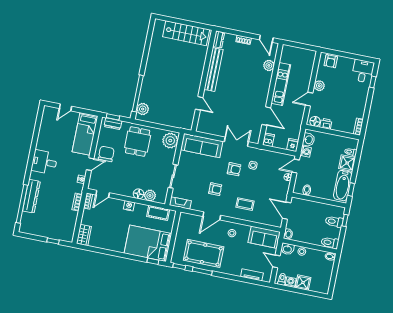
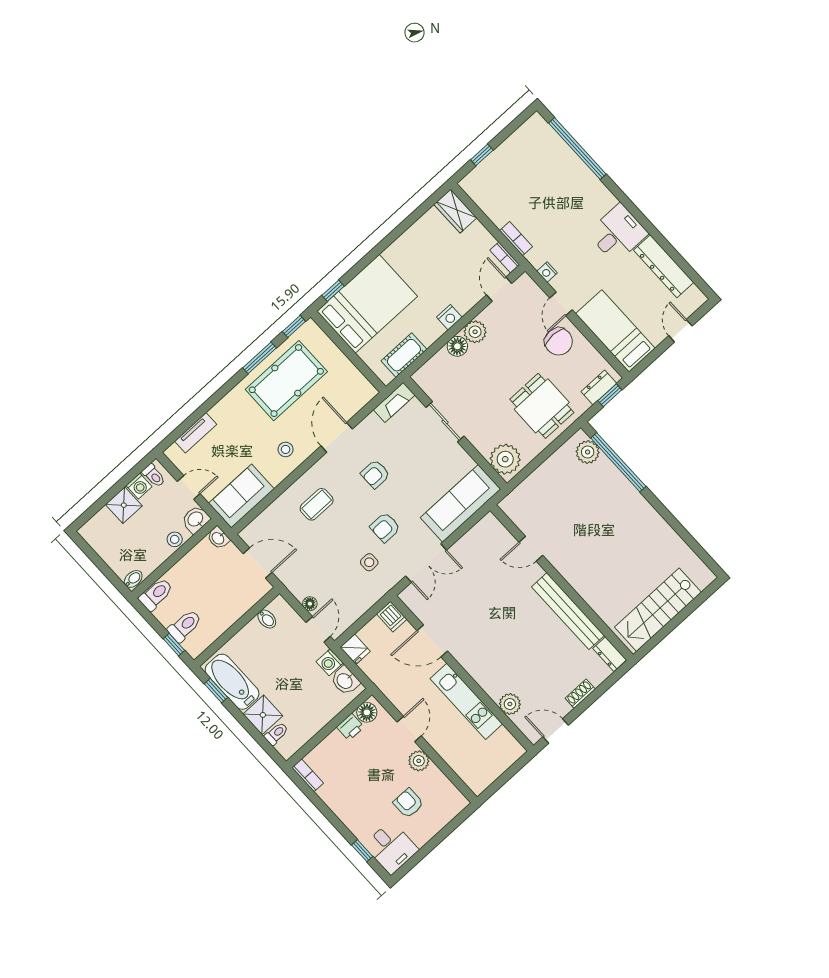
armchair: (331, 61) -> (408, 803), moved
plant: (150, 195) -> (475, 332), moved
dresser: (31, 196) -> (664, 266), moved

